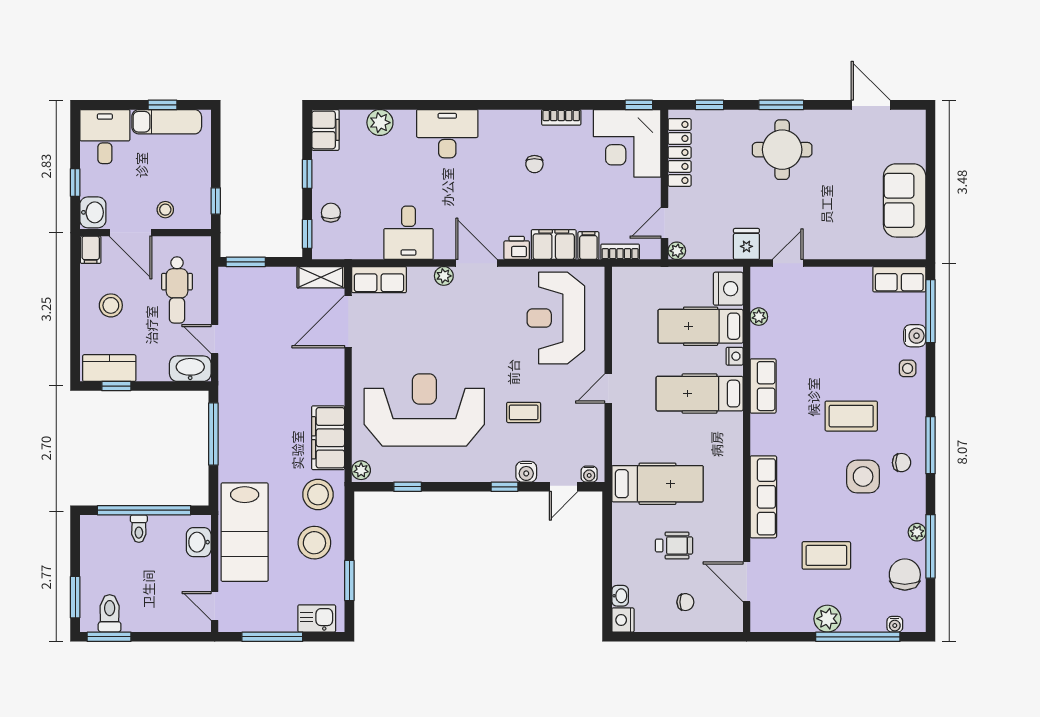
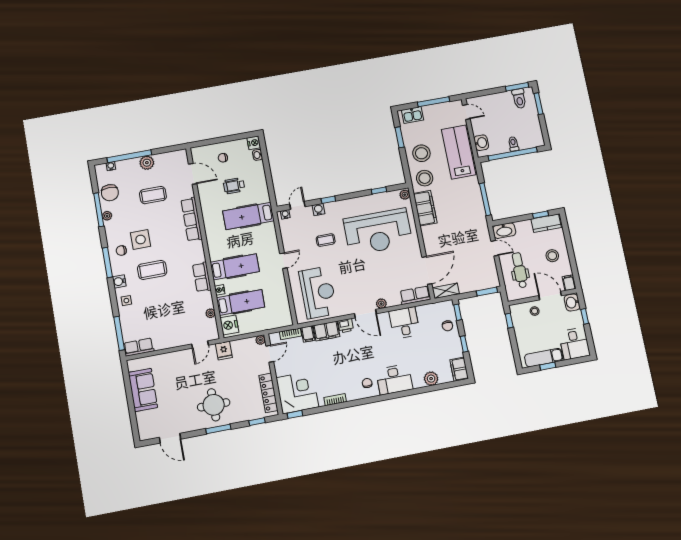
chair: (534, 164) -> (367, 383), moved
water cooler: (915, 336) -> (119, 281), moved

